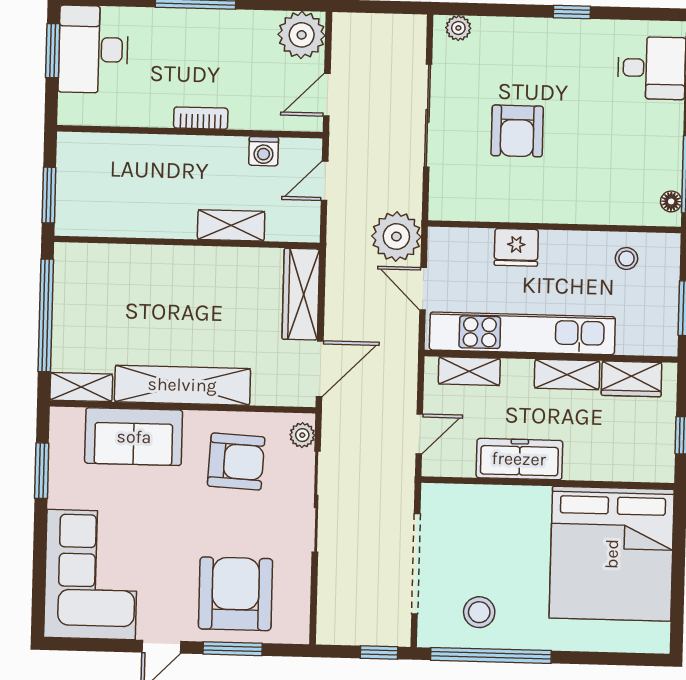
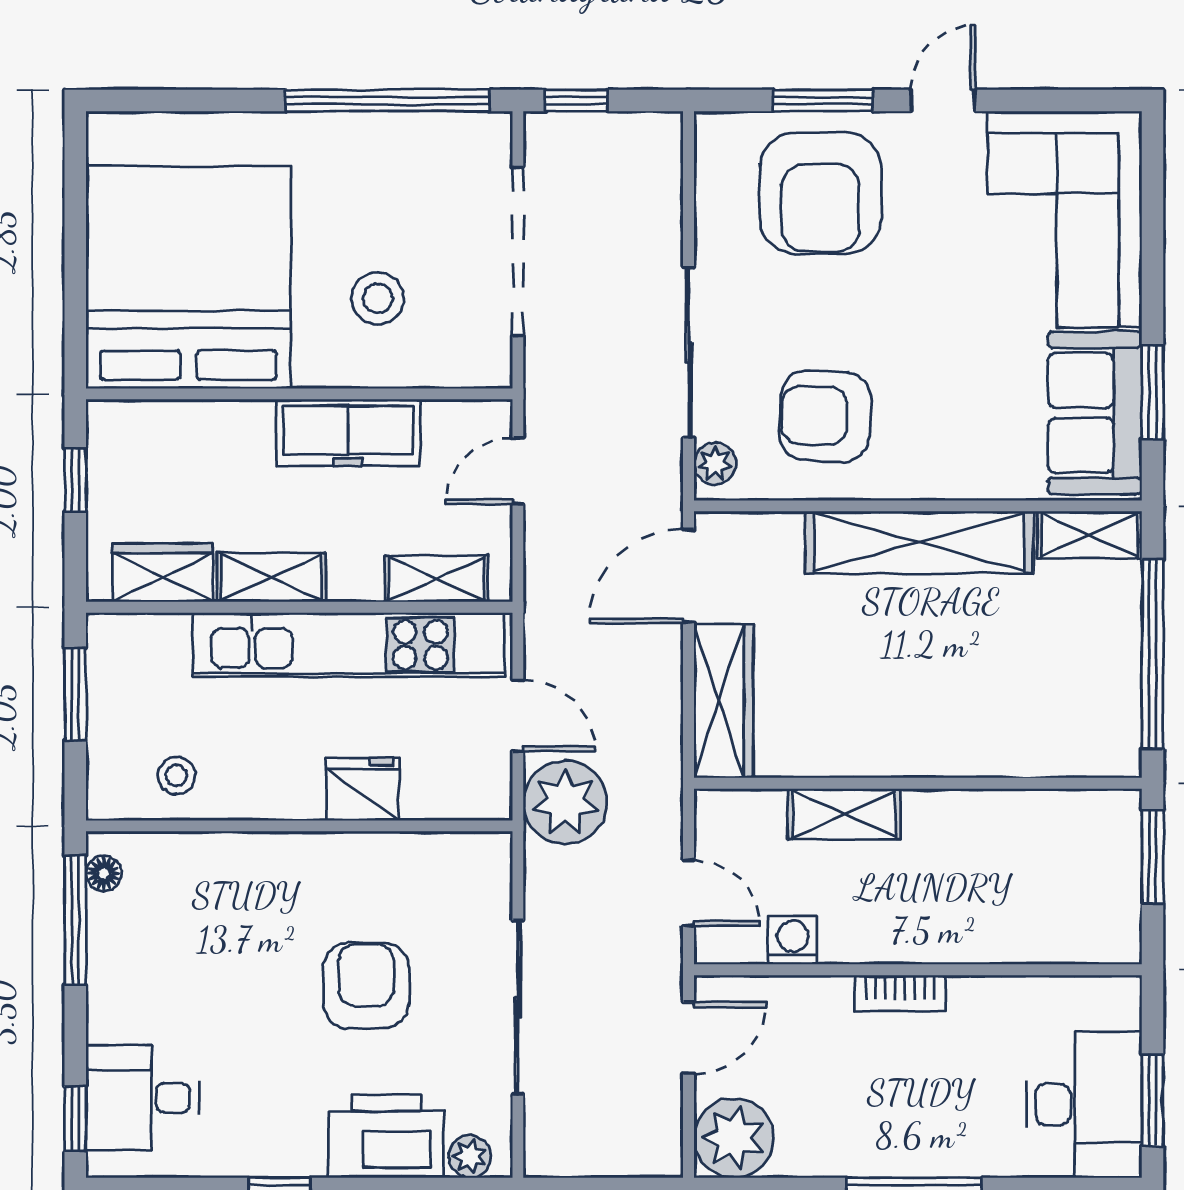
printer: (508, 41) -> (386, 1136), added
door: (325, 181) -> (689, 893), hinge flipped
sofa: (134, 437) -> (1095, 413), moved, turned -90
stool: (479, 612) -> (378, 298), moved

